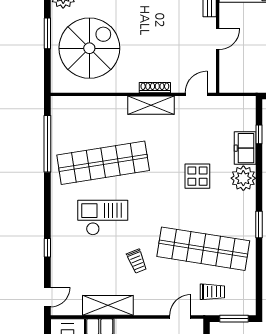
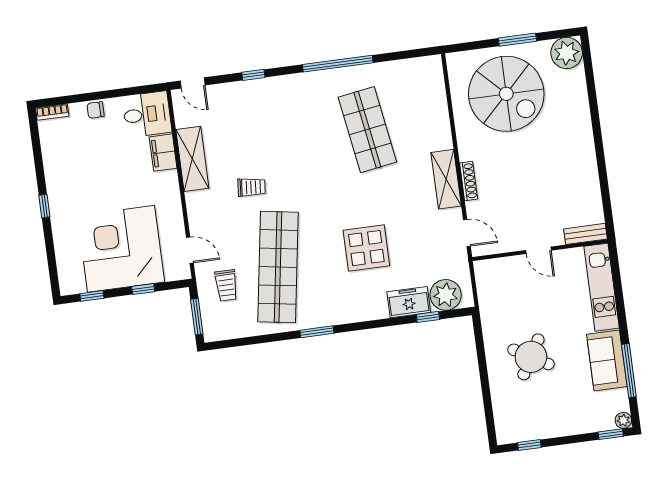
window: (47, 144) -> (338, 64), moved
shop shelf: (103, 163) -> (367, 130), width x0.71
display table: (197, 176) -> (366, 248), width x1.36, depth x1.36
plant: (243, 178) -> (446, 295), moved
checkout: (103, 218) -> (300, 138), removed
trolley: (137, 261) -> (252, 187), turned -153

